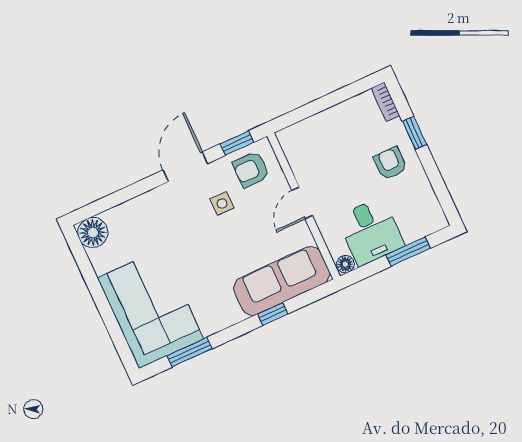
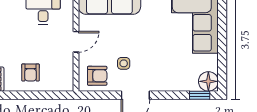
window: (237, 143) -> (200, 95), moved
armchair: (390, 163) -> (31, 72), moved

